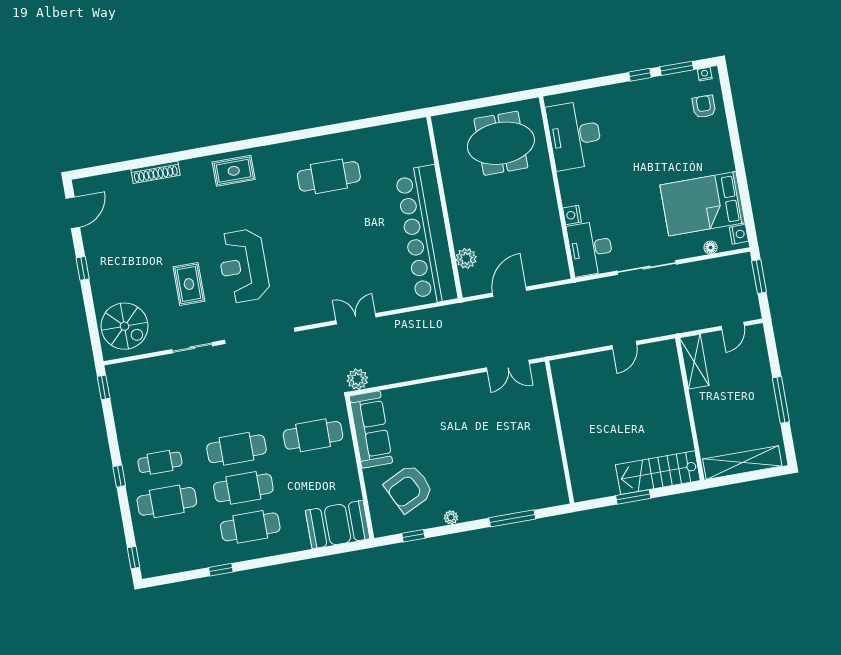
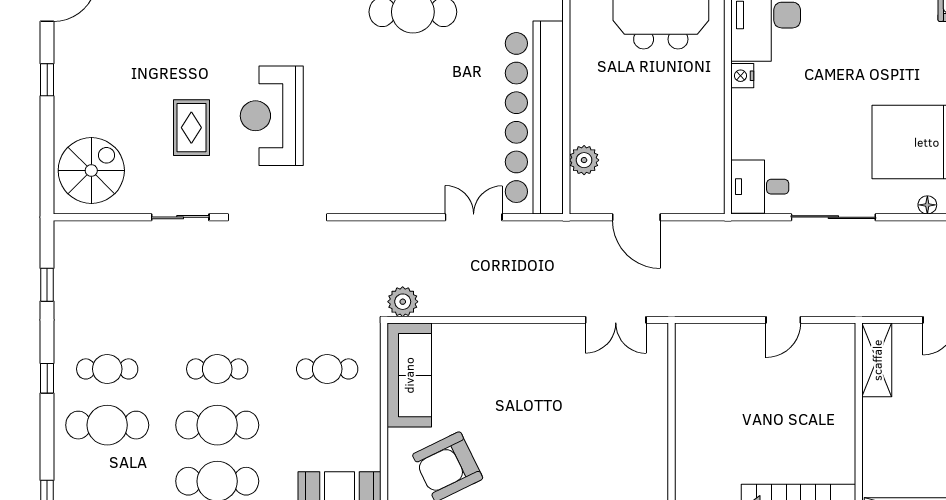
nightstand: (572, 215) -> (742, 76), moved
desk: (590, 248) -> (760, 187), width x0.73
door: (510, 292) -> (636, 217), swing flipped
double door: (356, 319) -> (474, 217), moved
spiral stairs: (125, 326) -> (91, 170), turned -90
window: (104, 387) -> (47, 285), moved
cafe table: (313, 435) -> (327, 369), width x0.73, depth x0.74
cafe table: (236, 449) -> (217, 369), width x0.73, depth x0.74

